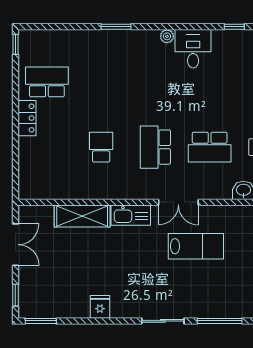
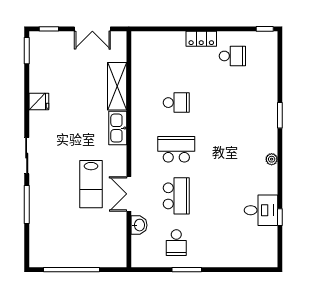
desk: (193, 49) -> (261, 210), moved
school desk: (47, 82) -> (232, 56), width x0.54
school desk: (210, 147) -> (176, 196), turned 180
double door: (178, 202) -> (129, 194), moved

